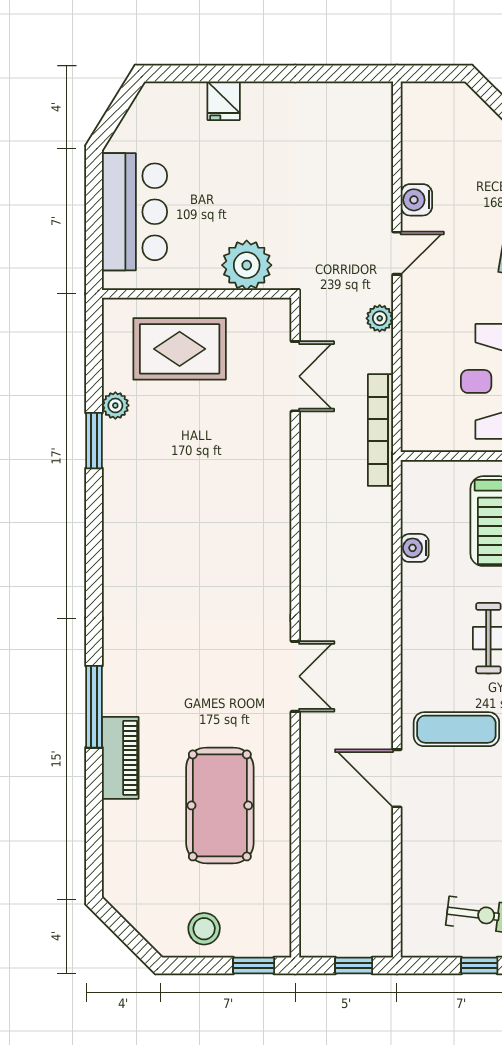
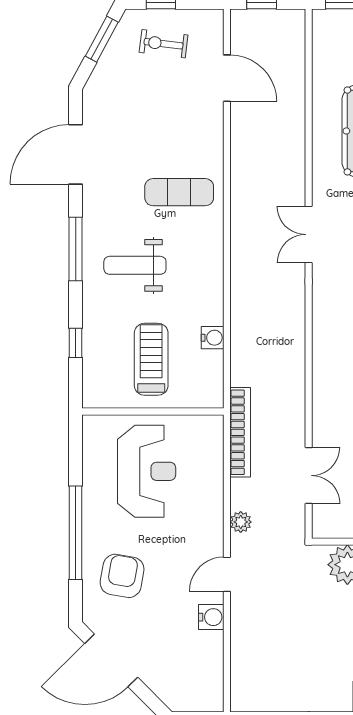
double door: (295, 376) -> (309, 475), swing flipped
door: (397, 778) -> (227, 78), moved

